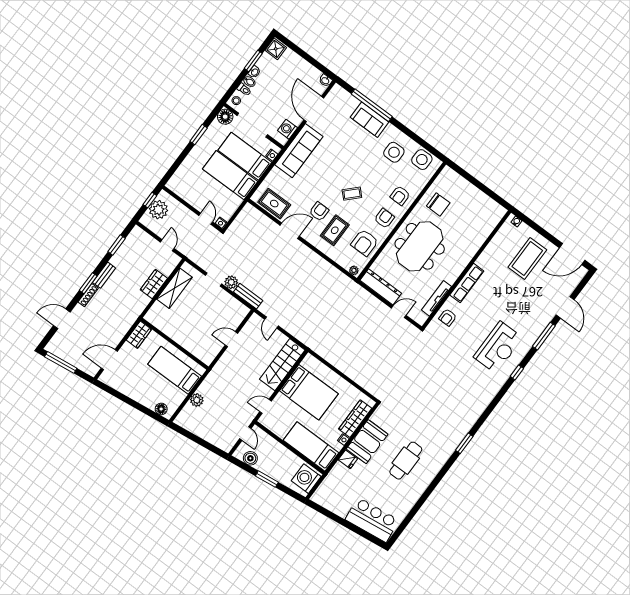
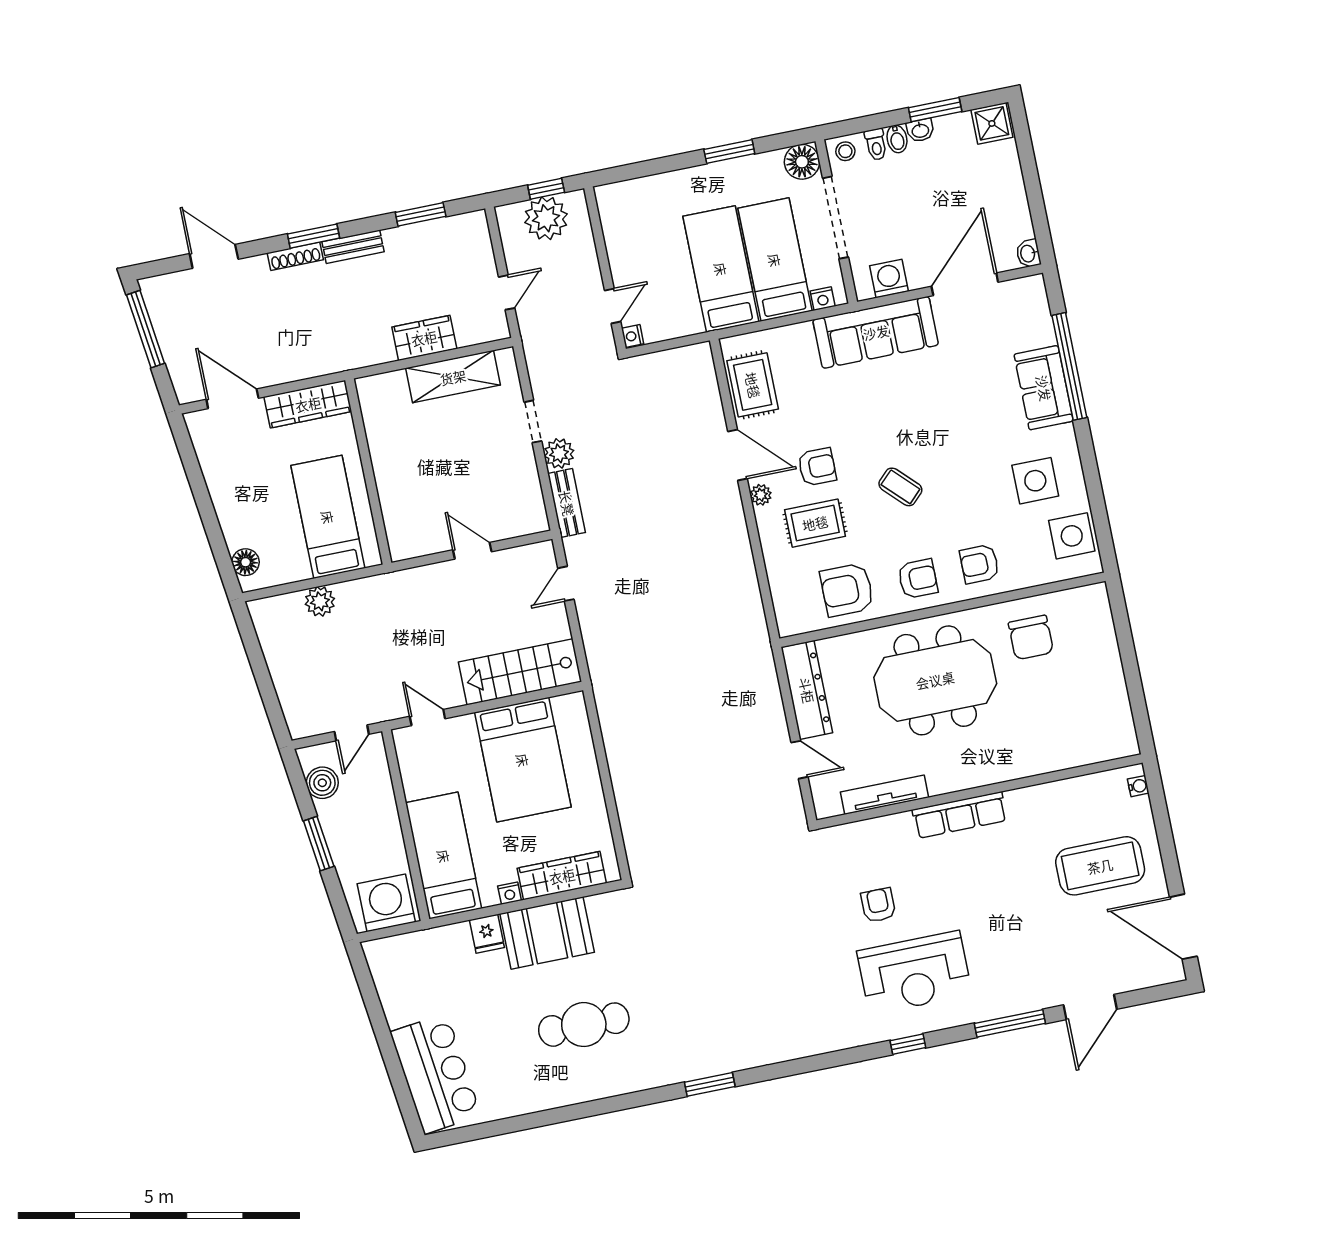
plant: (354, 270) -> (761, 495), moved
armchair: (448, 317) -> (878, 905), moved, turned 90
wardrobe: (139, 335) -> (308, 404), width x1.50

